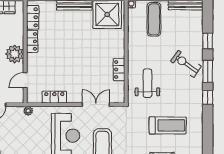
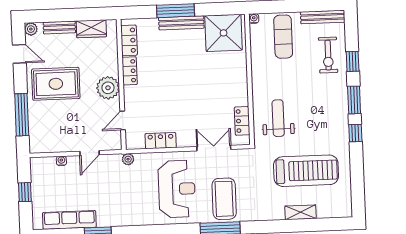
exercise bike: (186, 64) -> (328, 55), moved, turned -125
locker: (119, 69) -> (242, 121), moved
treadmill: (168, 125) -> (306, 171), width x1.37, depth x1.38

